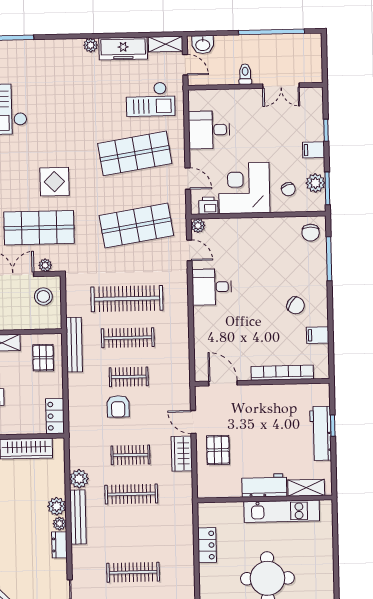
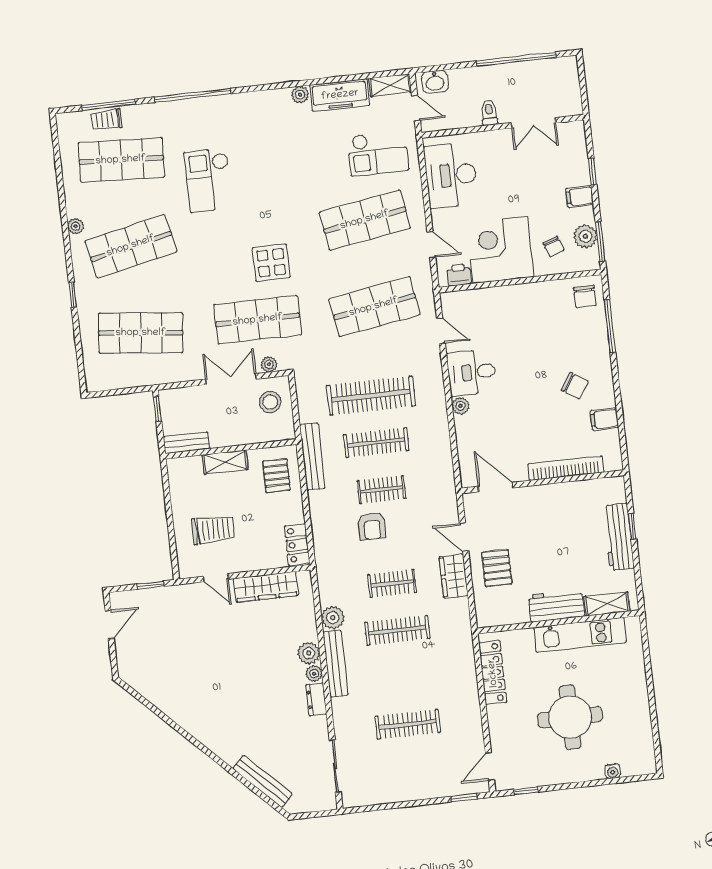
desk: (209, 130) -> (451, 175), width x1.37
plant: (198, 226) -> (460, 406), moved
locker: (207, 545) -> (493, 673), width x1.53

